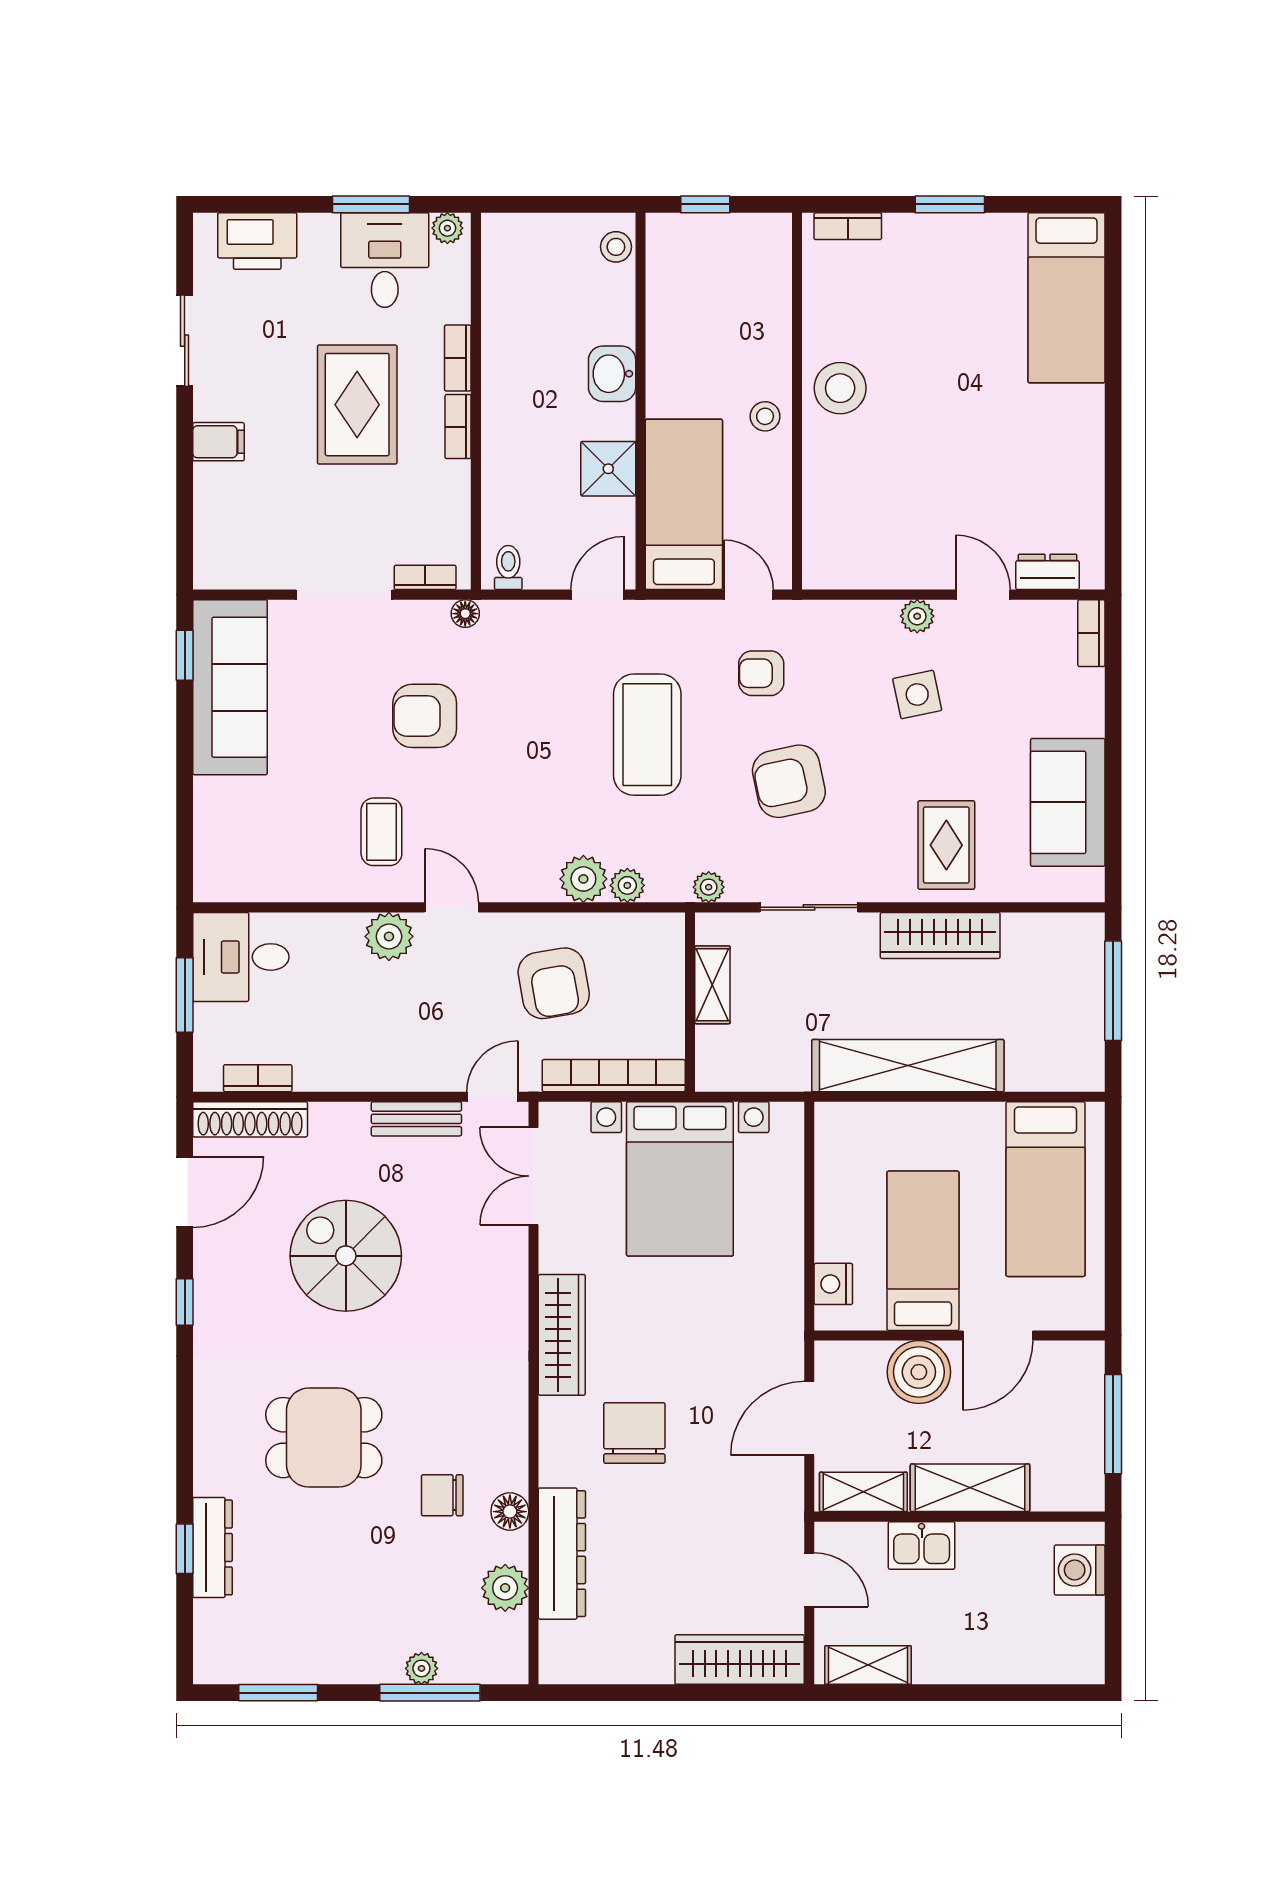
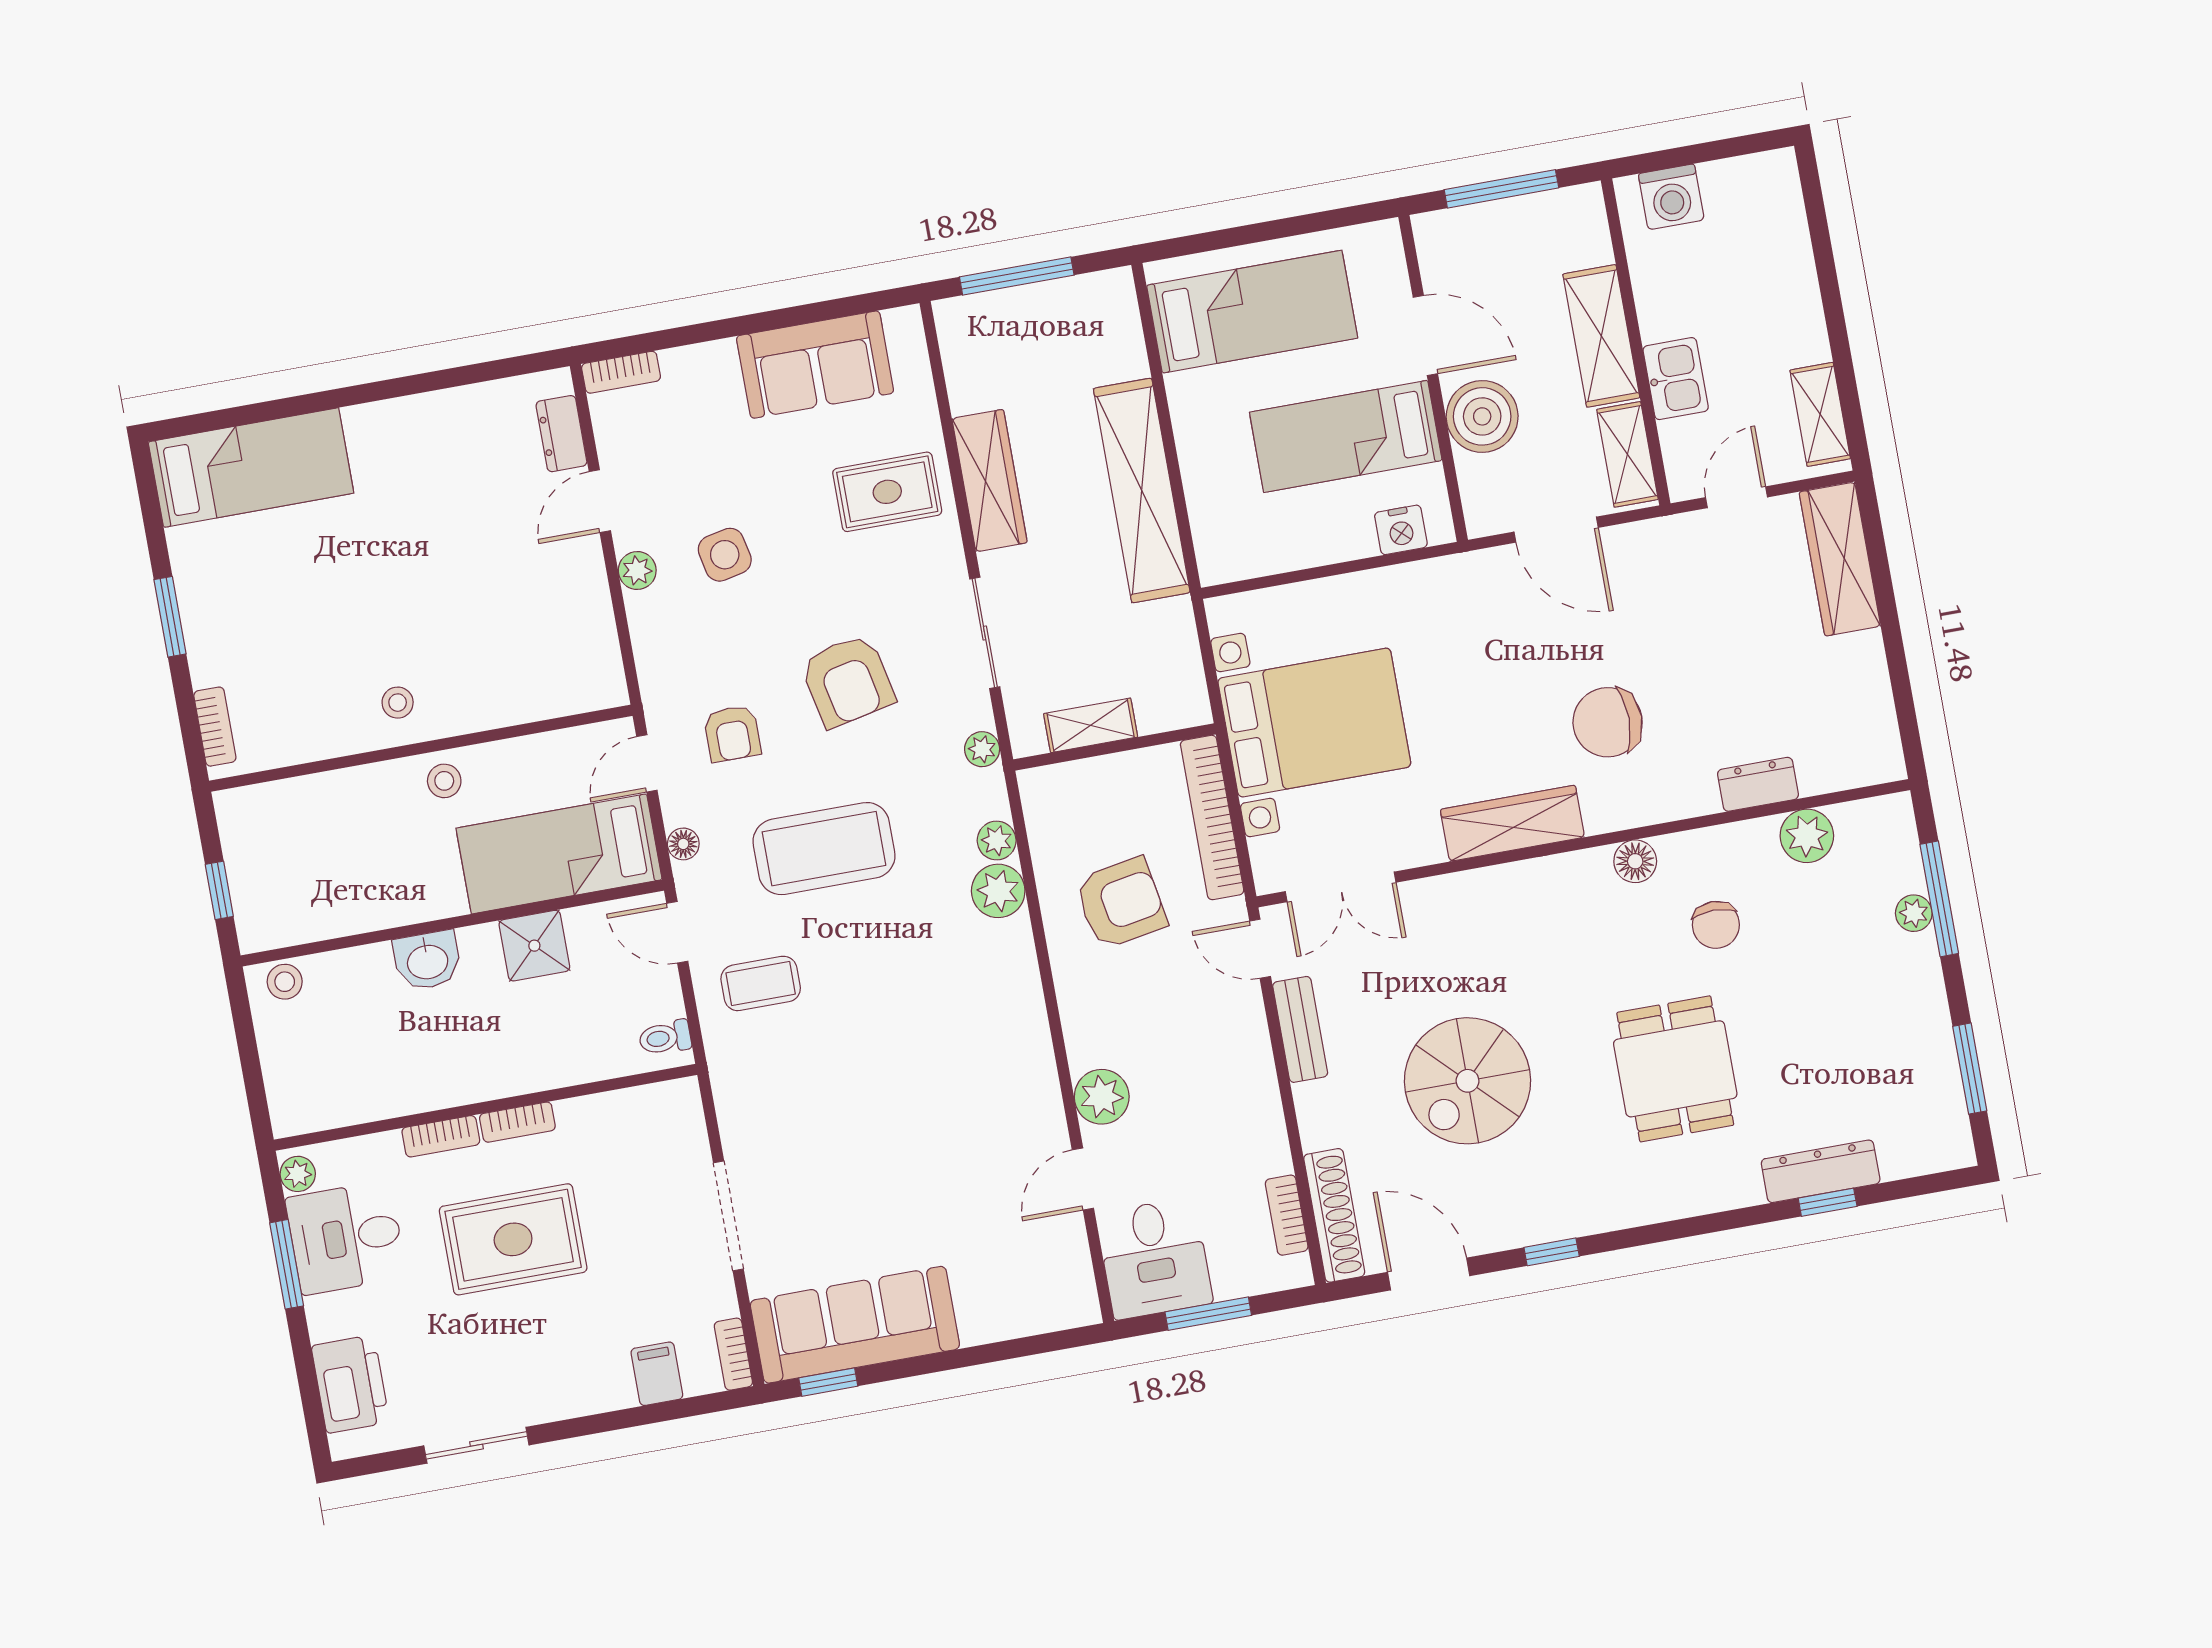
stool: (840, 388) -> (398, 703), width x0.53, depth x0.53
filing cabinet: (218, 442) -> (657, 1374), moved
bookcase: (425, 577) -> (733, 1354), moved
floor lamp: (465, 614) -> (683, 844), moved
armchair: (425, 716) -> (848, 1101), removed
coffee table: (381, 832) -> (761, 983), moved
door: (452, 907) -> (1083, 1179), moved
floor lamp: (510, 1512) -> (1635, 861), moved
dresser: (562, 1554) -> (1758, 784), width x0.51, depth x0.80

